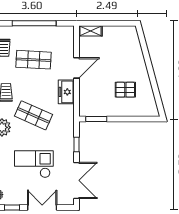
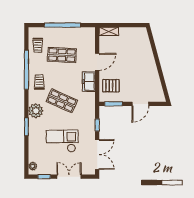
pallet: (125, 90) -> (111, 86), moved
door: (129, 119) -> (140, 104), added

